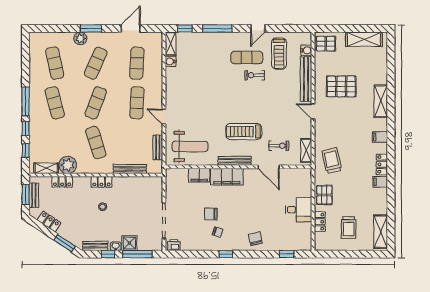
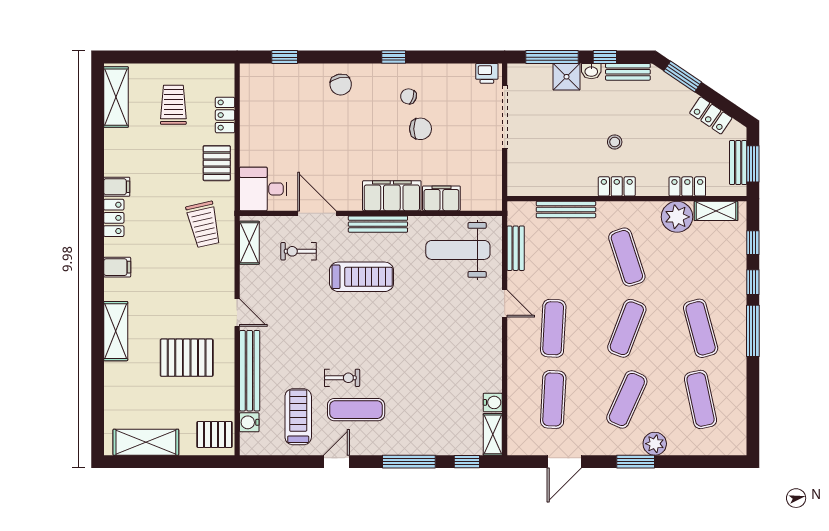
desk: (299, 210) -> (263, 189), moved

